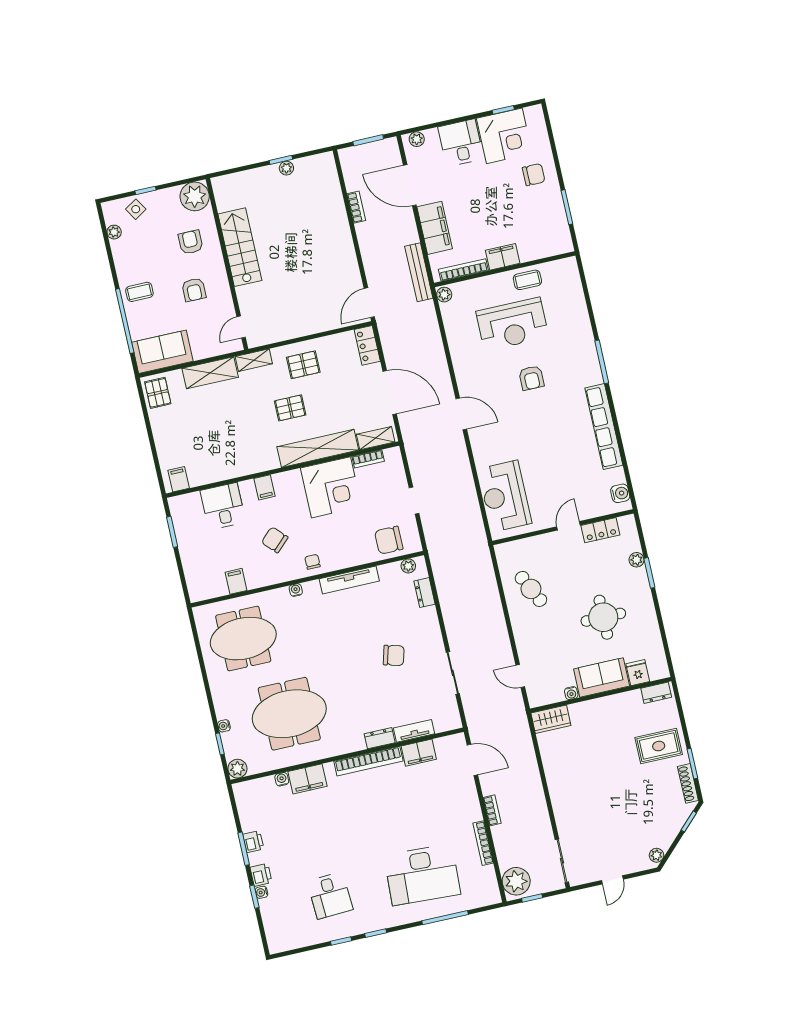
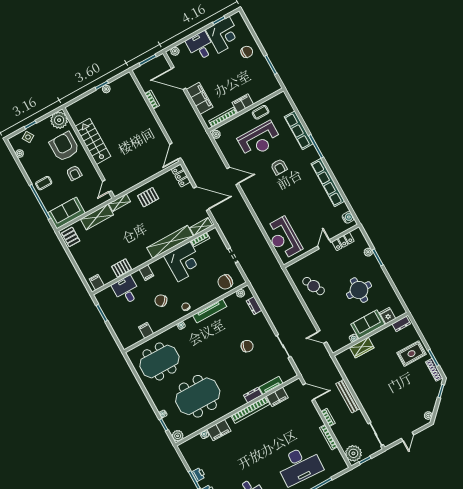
armchair: (190, 242) -> (64, 147), width x1.88, depth x1.88
bench: (419, 272) -> (348, 396), moved
row of seats: (581, 327) -> (299, 130), added
pallet: (290, 408) -> (122, 268), moved
door: (461, 414) -> (233, 176), moved
wardrobe: (551, 719) -> (362, 348), moved

